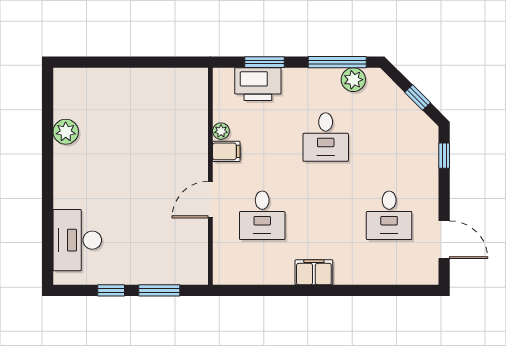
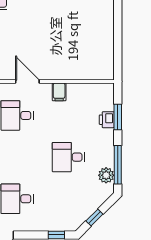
printer: (258, 84) -> (107, 120), width x0.53, depth x0.68
plant: (221, 131) -> (72, 88), removed

